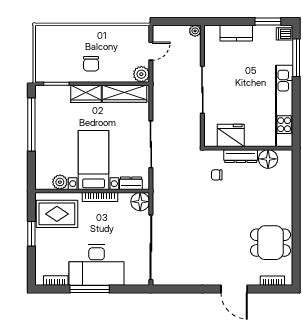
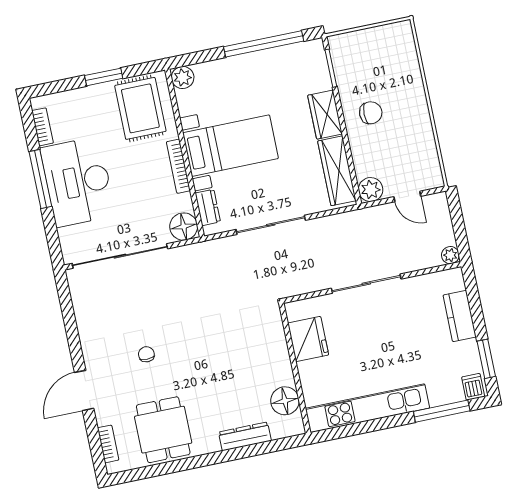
chair: (91, 64) -> (371, 113), turned 180
dresser: (241, 156) -> (245, 436), moved, turned 90
chair: (217, 175) -> (146, 354), moved
plant: (60, 182) -> (183, 77), moved

